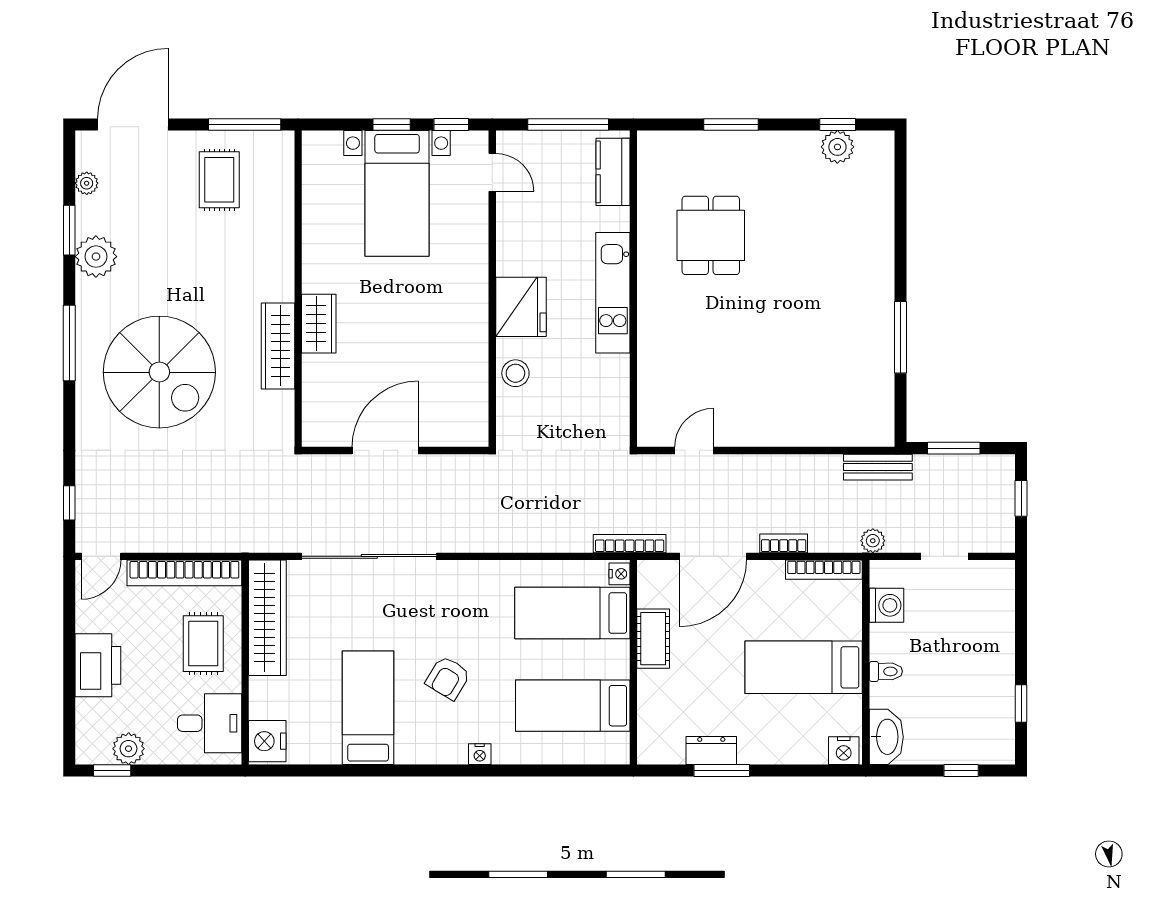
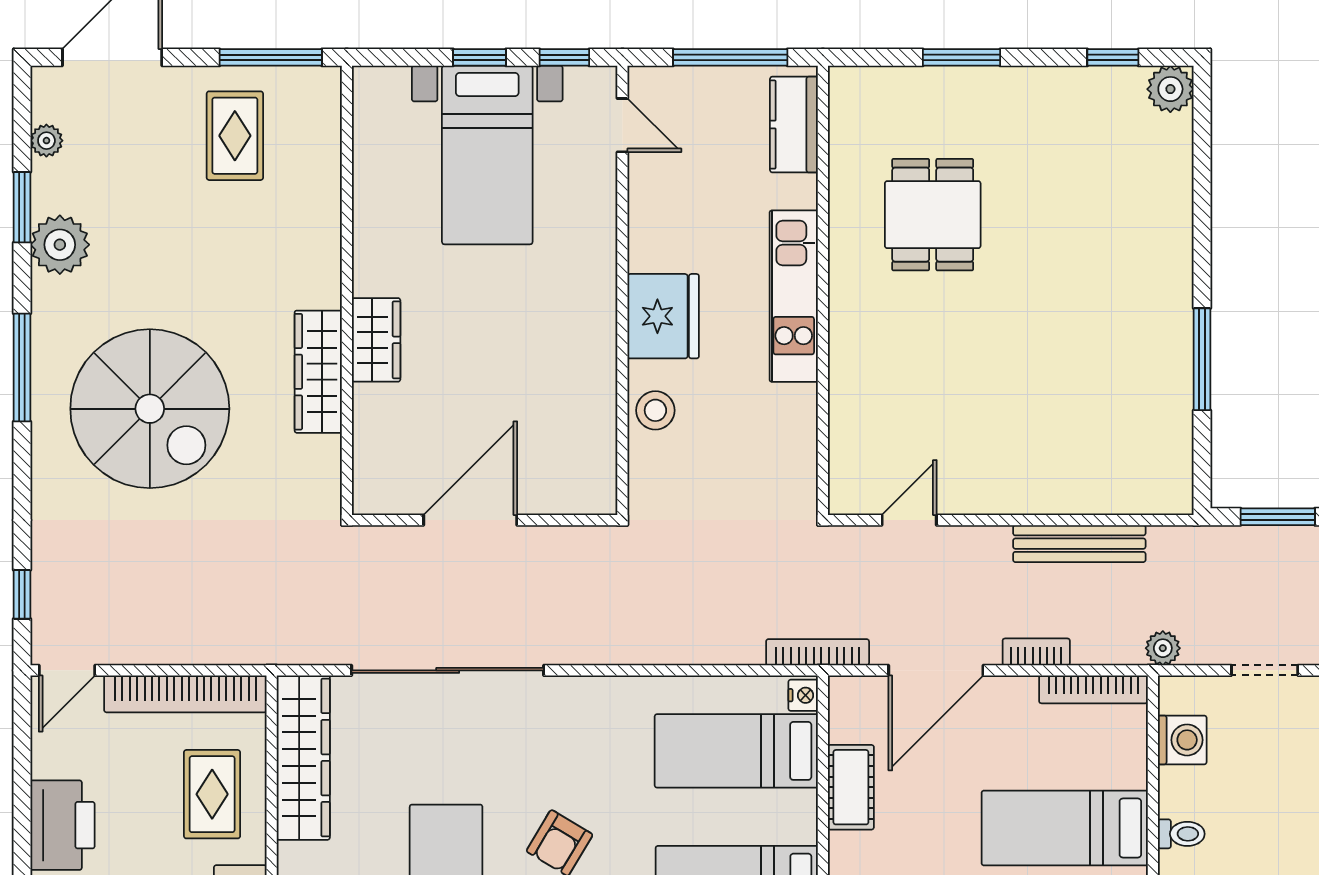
plant: (837, 147) -> (1170, 89), moved
bench: (878, 467) -> (1079, 544), moved, width x1.36

